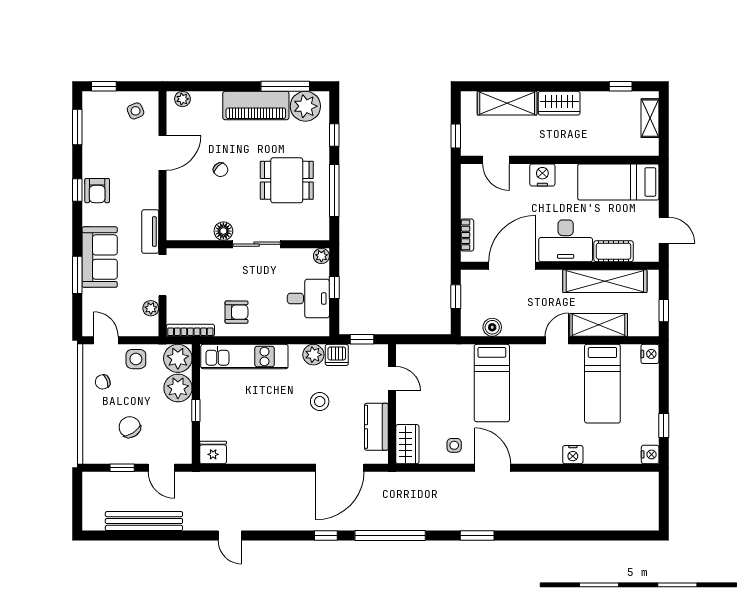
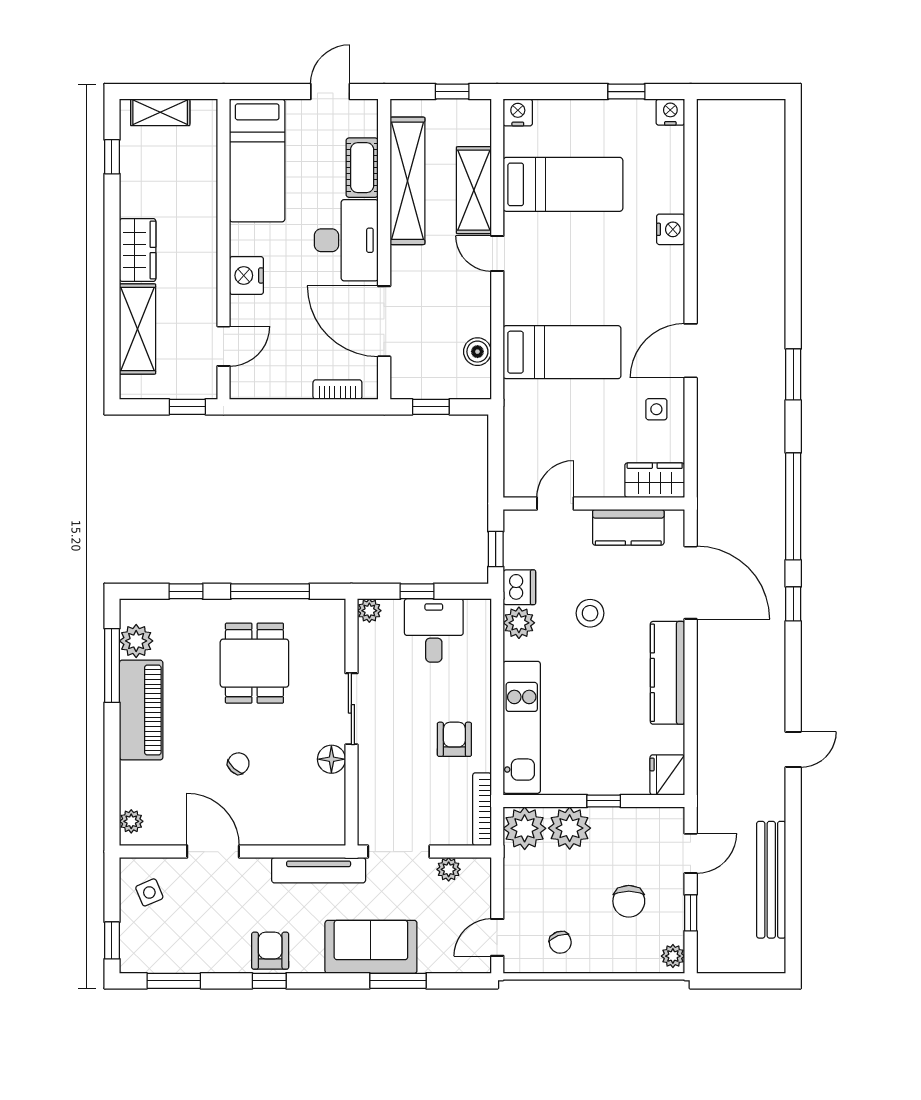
plant: (305, 106) -> (136, 641), width x0.73, depth x0.73
armchair: (97, 191) -> (270, 951), turned -90
tv unit: (150, 232) -> (319, 870), width x1.41
side table: (136, 359) -> (526, 892), removed
chair: (130, 427) -> (629, 901), turned -57
kitchen counter: (280, 453) -> (667, 673), added
plant: (94, 456) -> (673, 956), added

